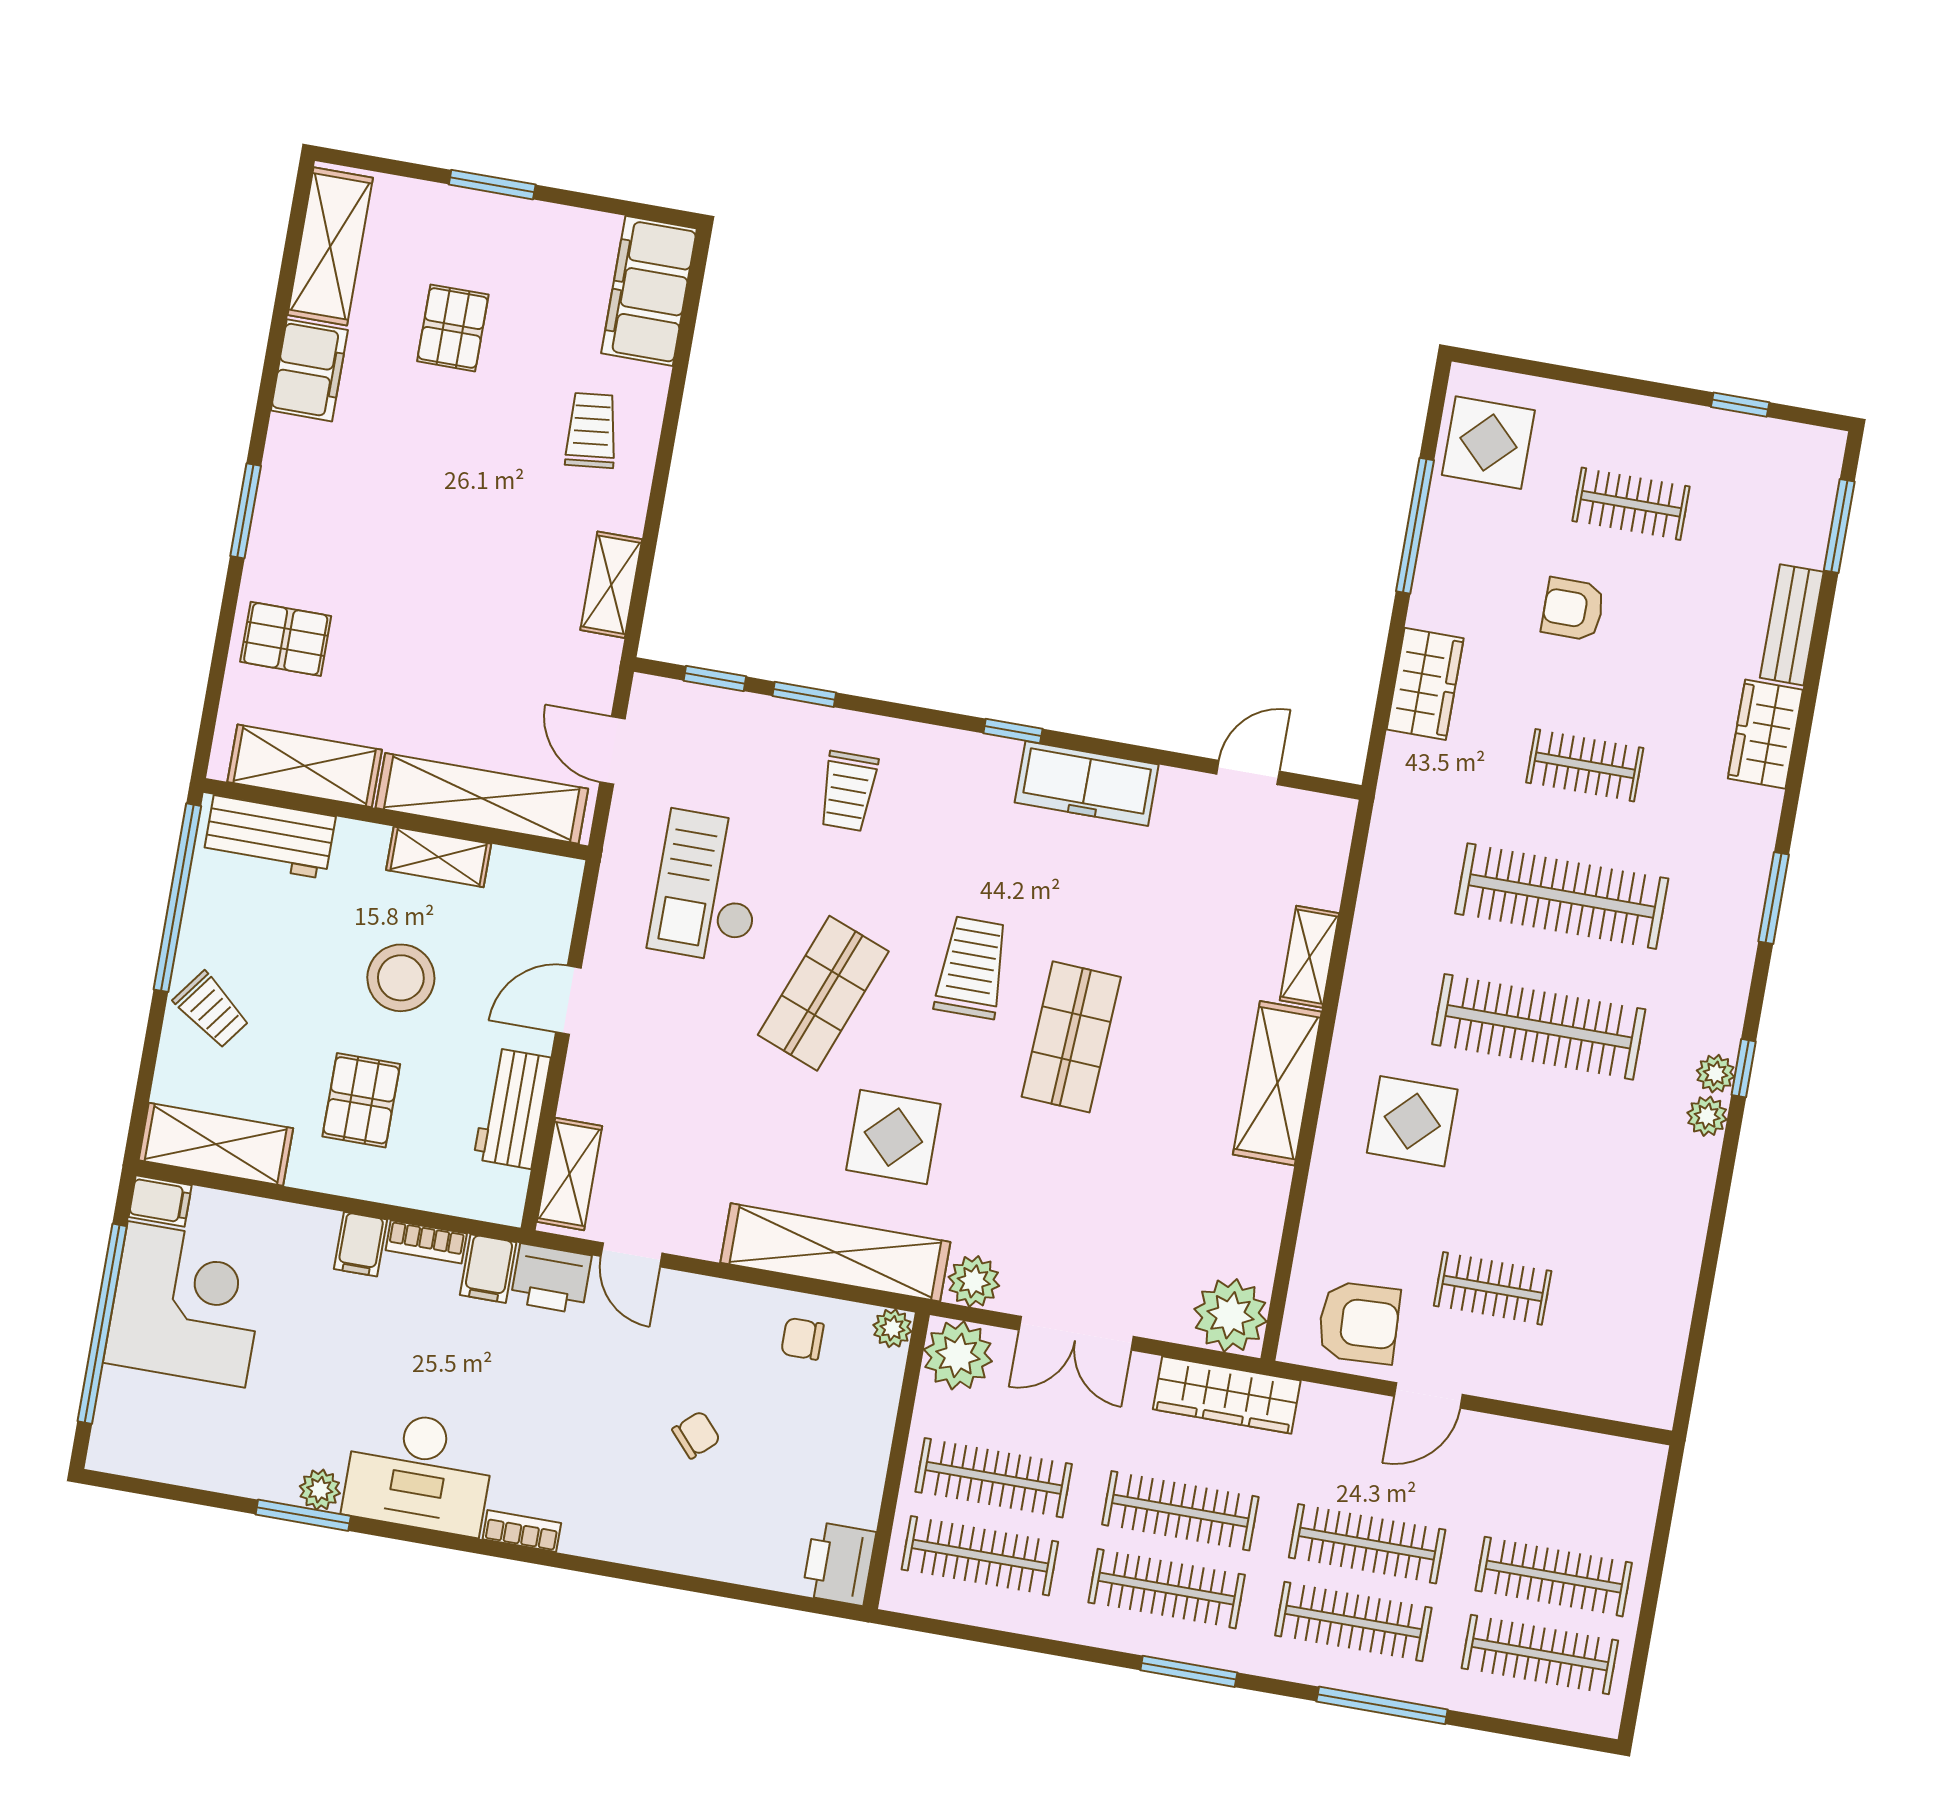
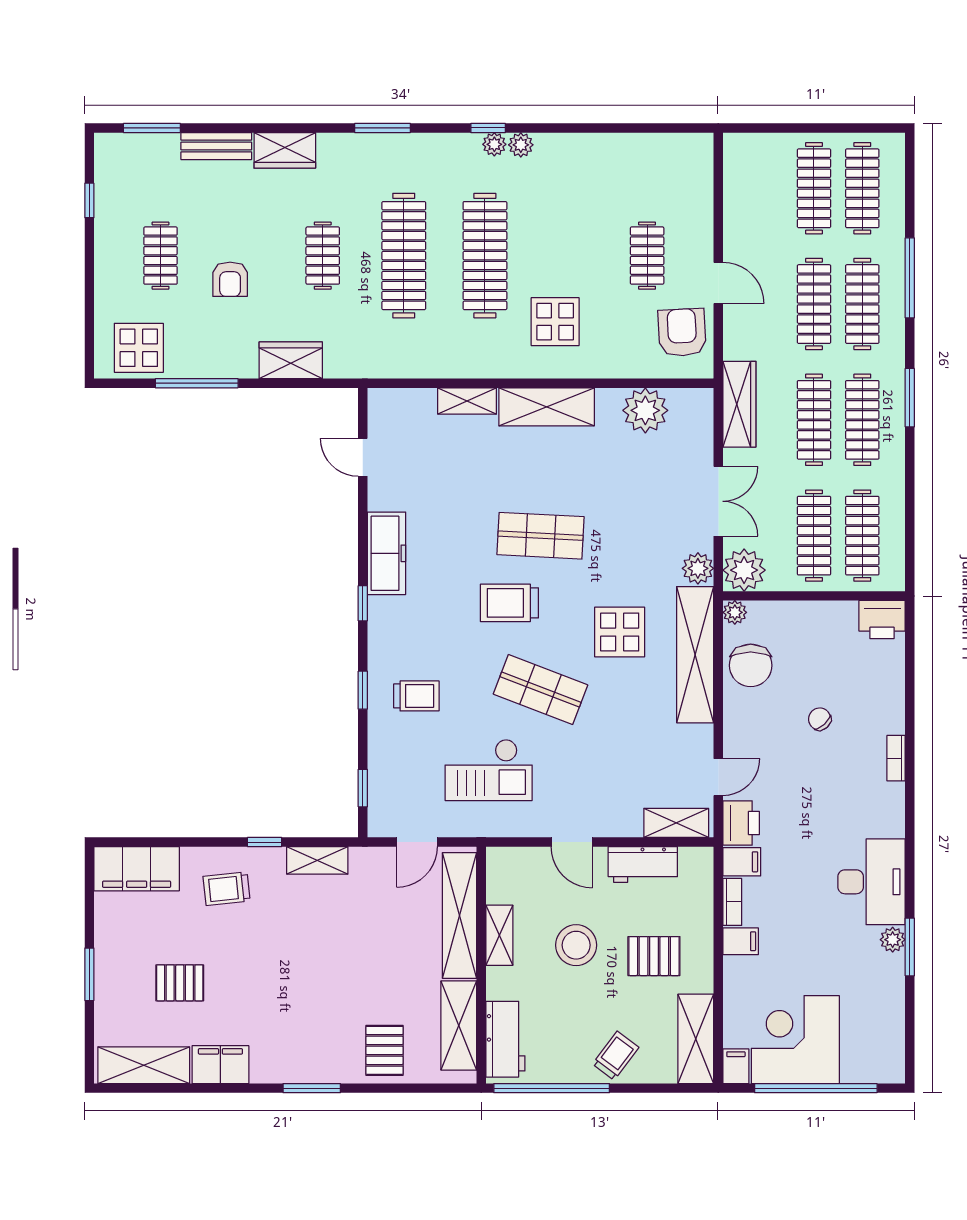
window: (656, 505) -> (265, 842), added
window: (804, 694) -> (363, 690), moved
plant: (1230, 1315) -> (645, 410), moved
chair: (802, 1339) -> (751, 665), width x1.87, depth x1.87
bookcase: (522, 1531) -> (896, 758), moved

